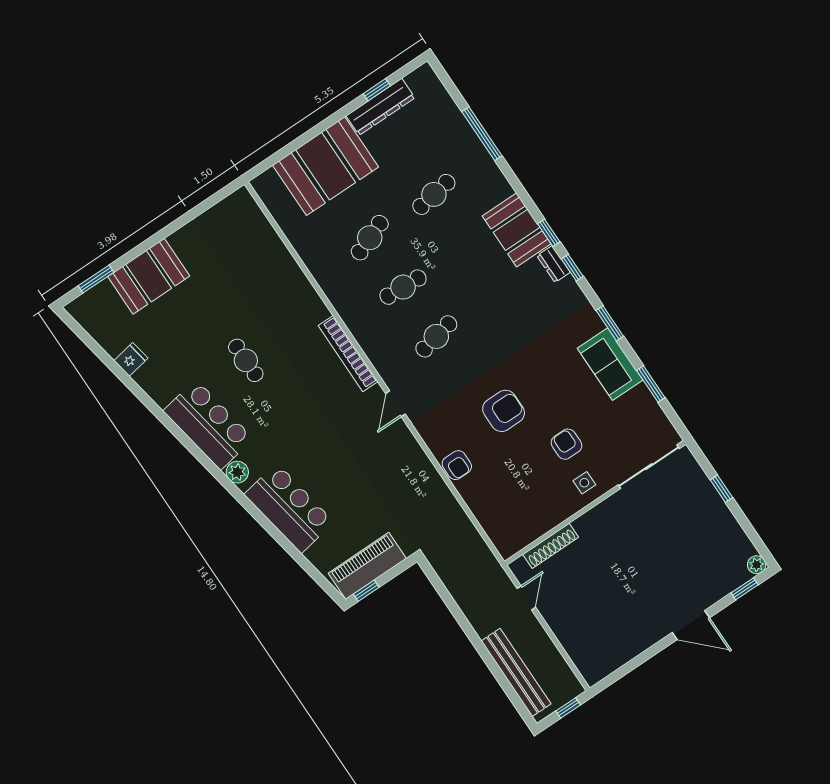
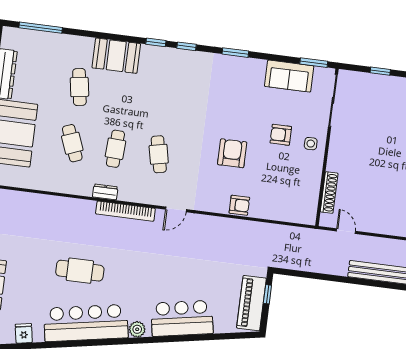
window: (482, 134) -> (41, 28), moved
booth: (517, 230) -> (116, 56), moved
dresser: (554, 264) -> (105, 192), moved, turned 180
cafe table: (246, 360) -> (80, 271), width x1.37, depth x1.35
sofa: (610, 364) -> (289, 76), moved
window: (651, 384) -> (314, 63), moved
door: (395, 404) -> (176, 209), hinge flipped
bar counter: (208, 425) -> (86, 323), width x1.36
window: (366, 591) -> (267, 294), moved

